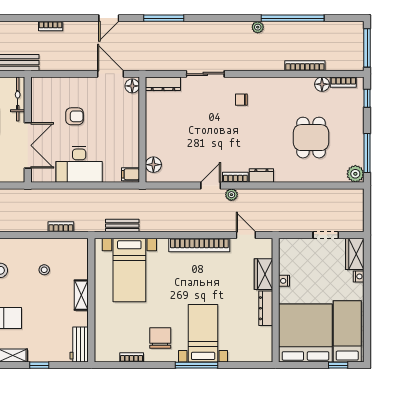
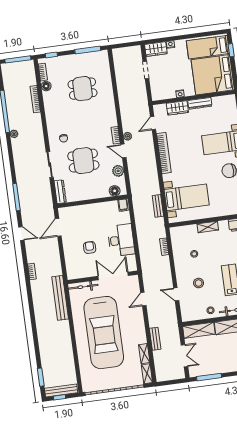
floor lamp: (132, 86) -> (64, 212), removed
dining table: (204, 124) -> (83, 161), added
plant: (355, 174) -> (118, 171), moved
dresser: (261, 176) -> (112, 118), removed

